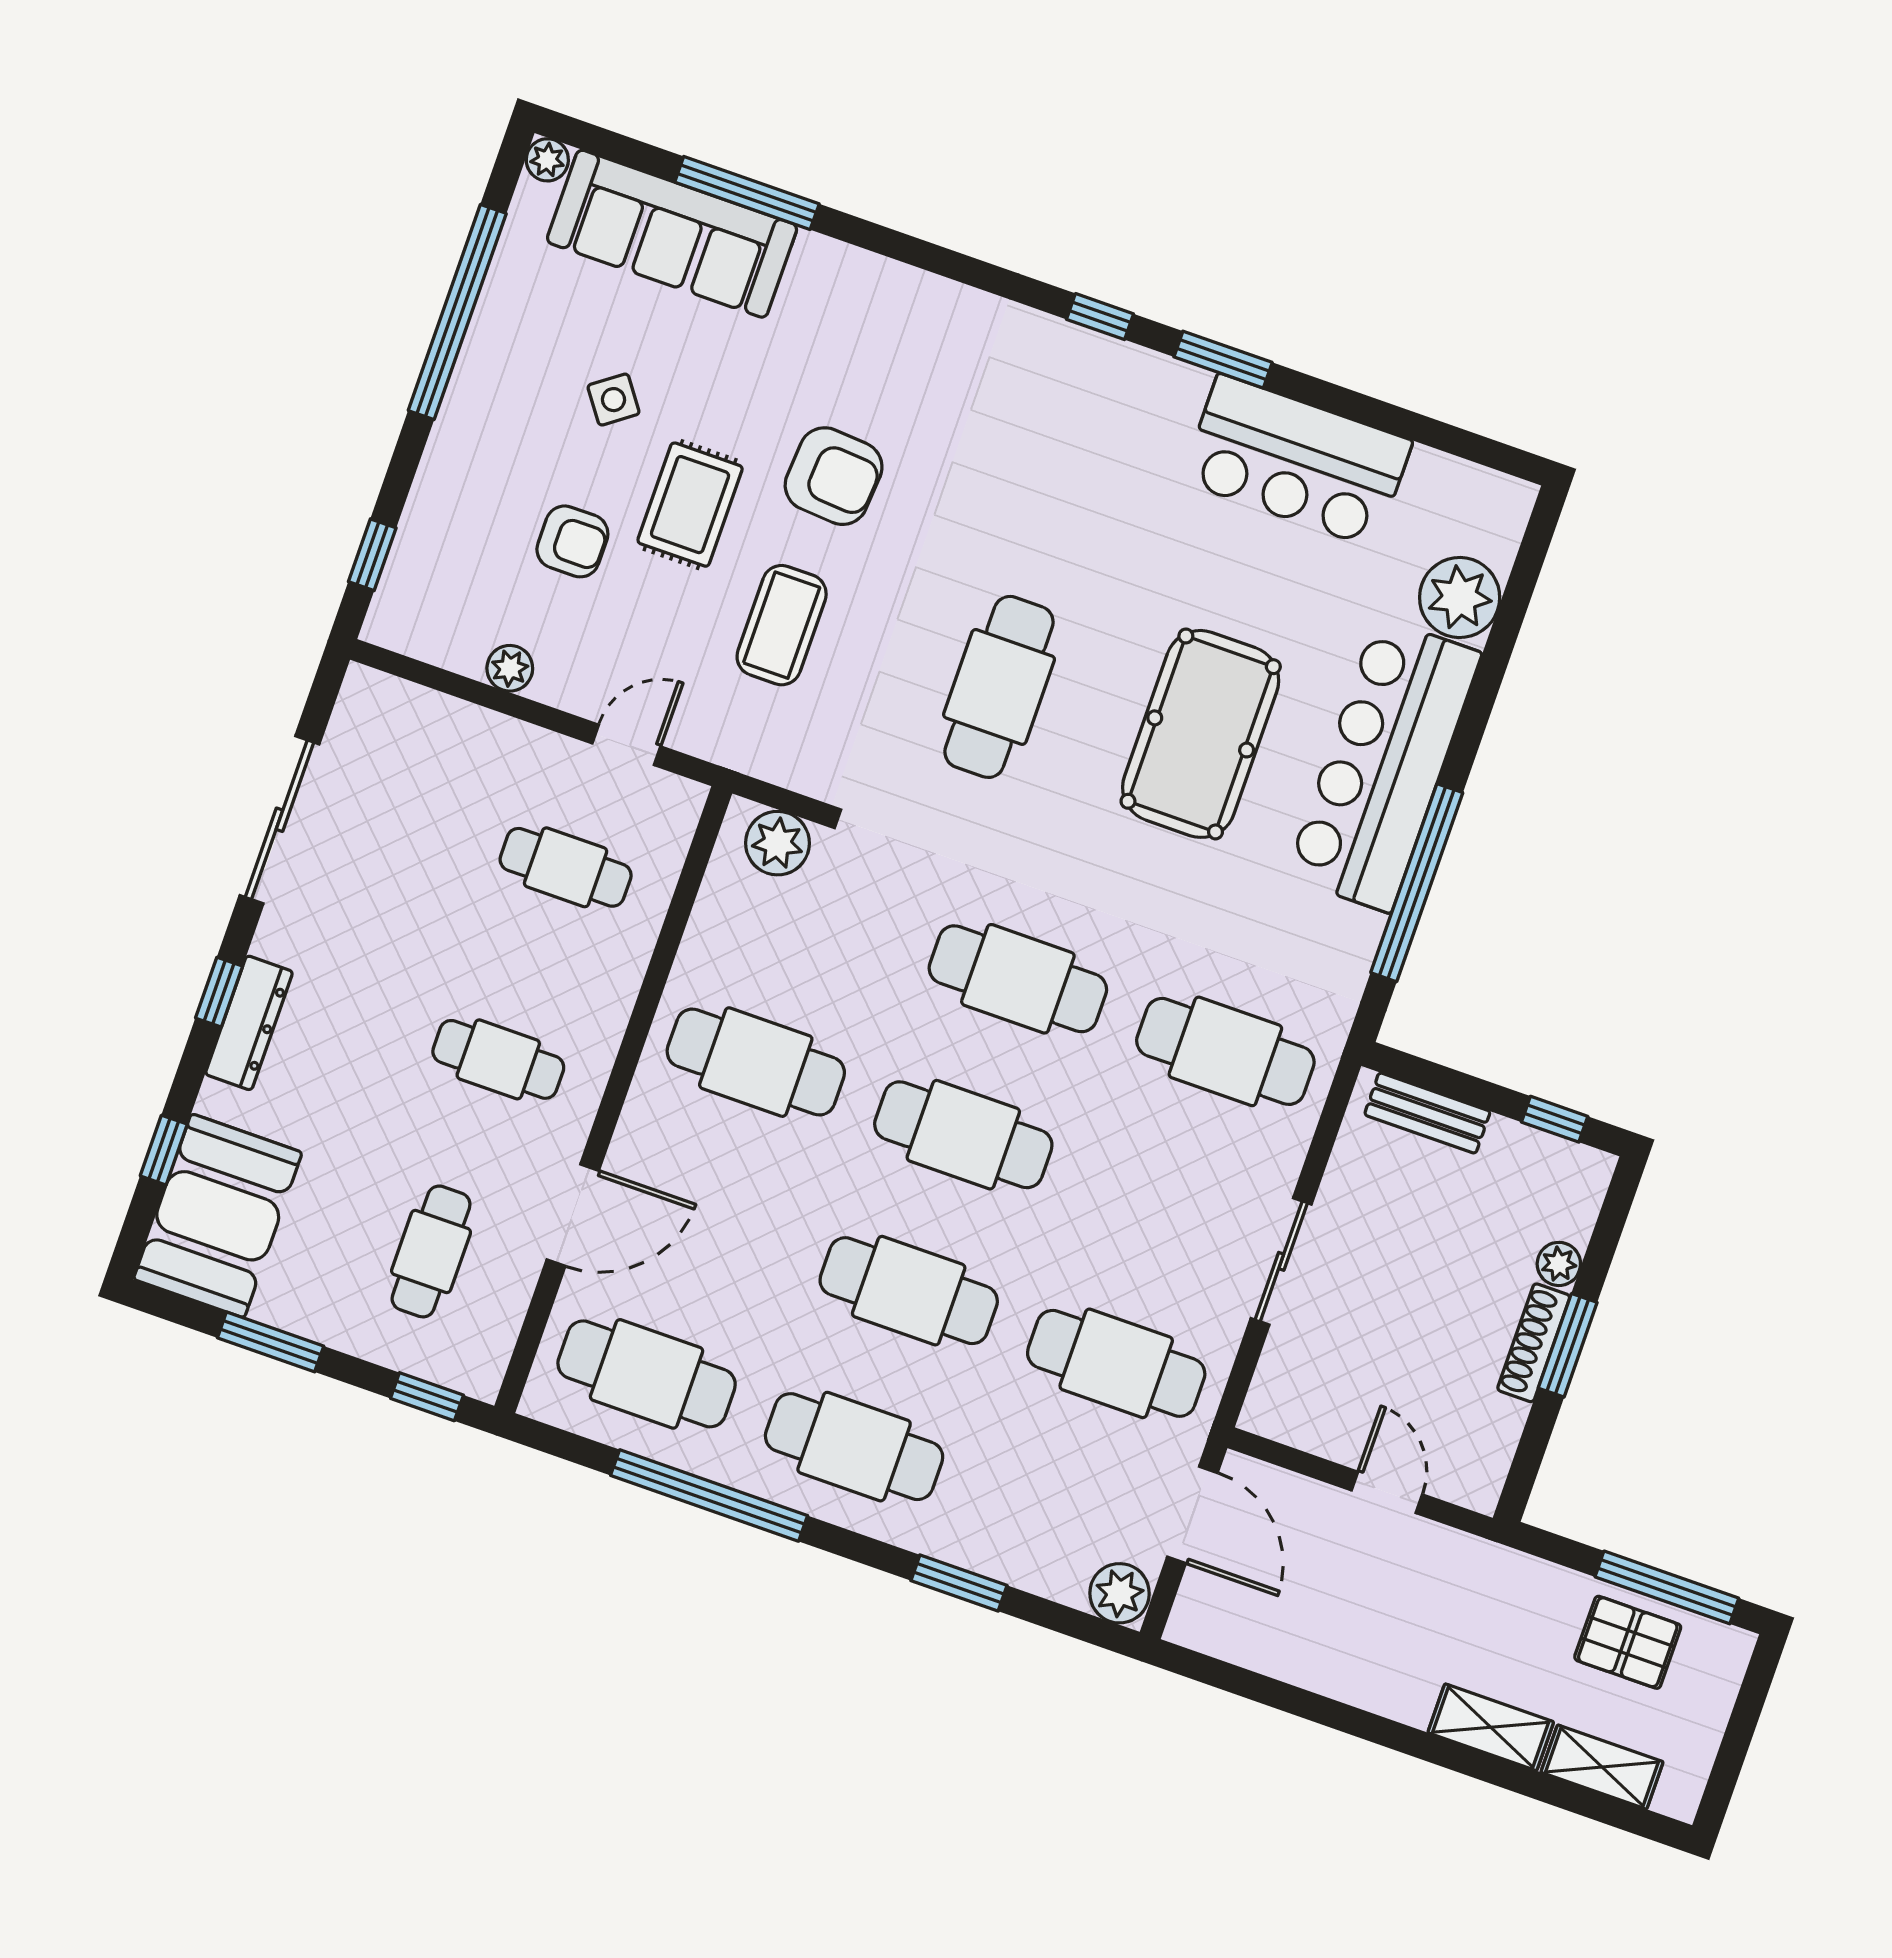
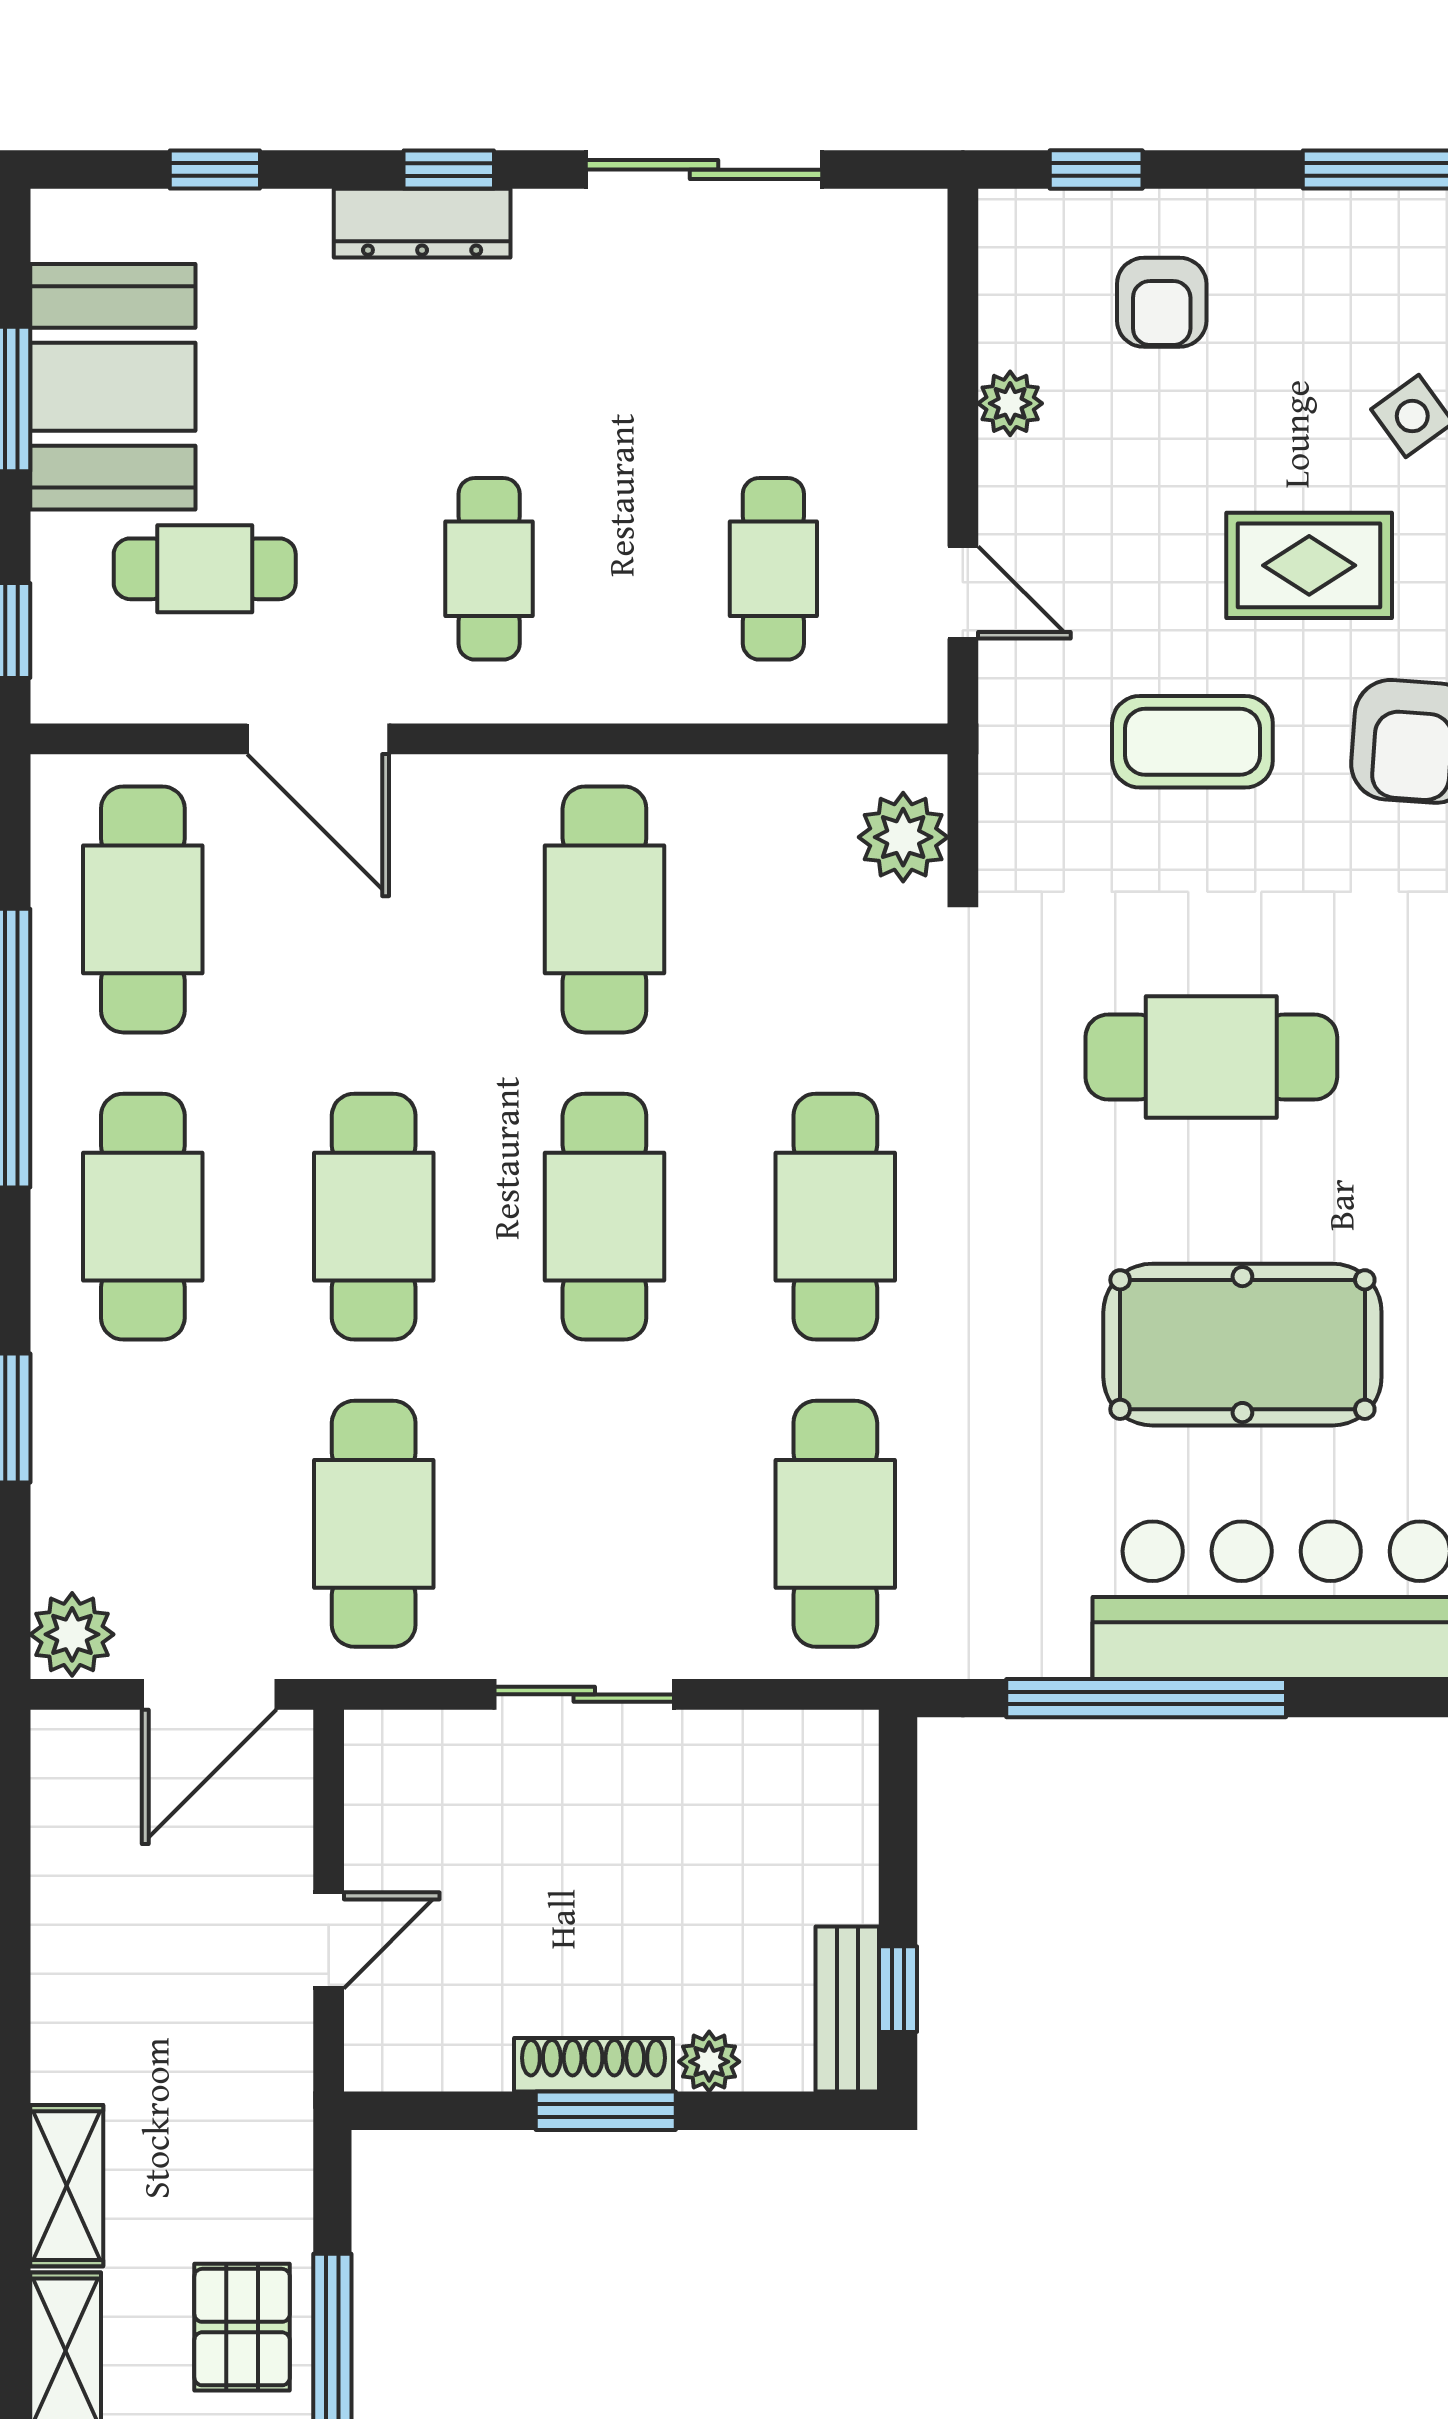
armchair: (572, 541) -> (1162, 302), moved
bench: (1427, 1113) -> (847, 2009), moved
booth: (218, 1216) -> (113, 387), moved, turned 90

